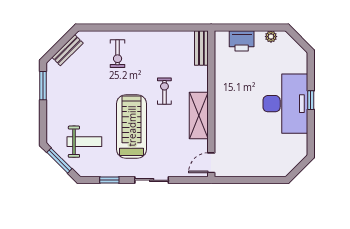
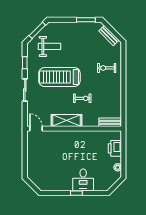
desk: (285, 104) -> (83, 180), width x0.53, depth x0.77
treadmill: (132, 126) -> (59, 77), turned 180
weight bench: (84, 142) -> (50, 46), turned -90

